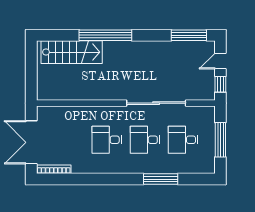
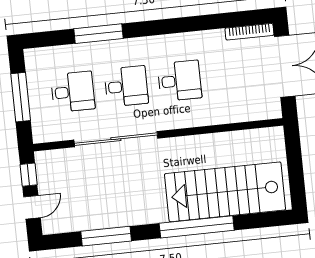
window: (189, 35) -> (106, 236), moved
stairs: (72, 52) -> (225, 192), width x1.36, depth x1.51

